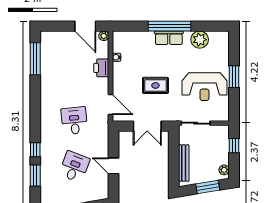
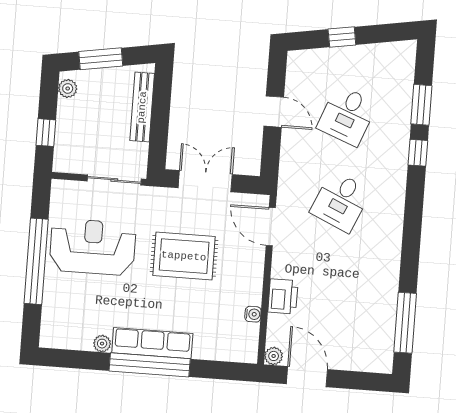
row of seats: (169, 38) -> (152, 343), width x1.48
plant: (200, 40) -> (102, 344), width x0.53, depth x0.53
window: (234, 77) -> (36, 261), width x2.11
rug: (155, 85) -> (184, 256), width x1.36, depth x1.43
desk: (74, 121) -> (341, 202), turned 30

